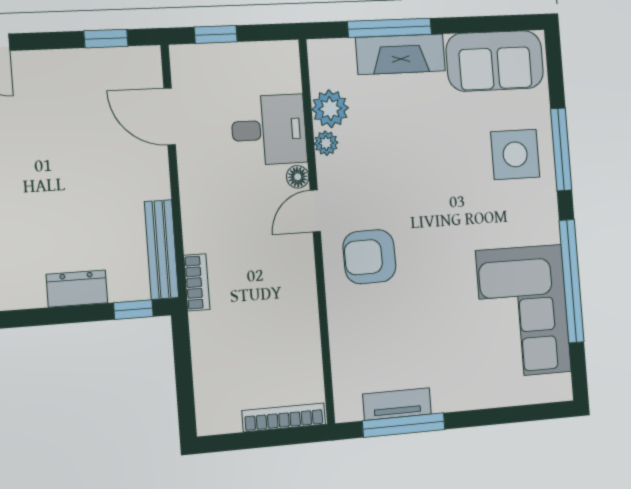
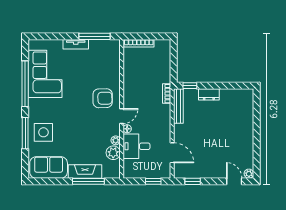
tv unit: (397, 404) -> (76, 44), moved

